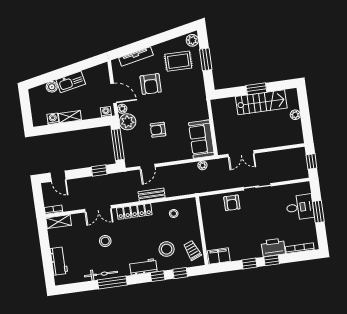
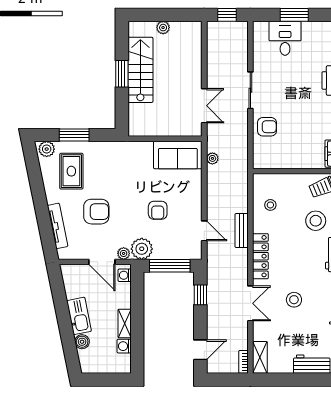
door: (114, 93) -> (102, 262), swing flipped

